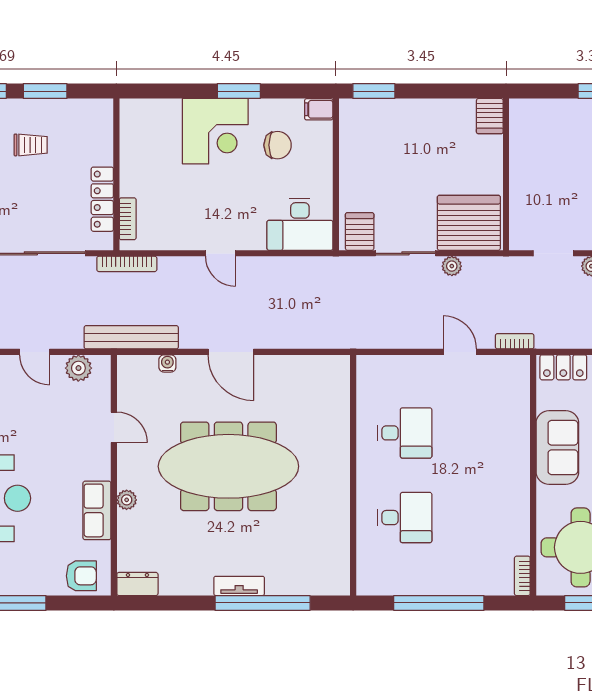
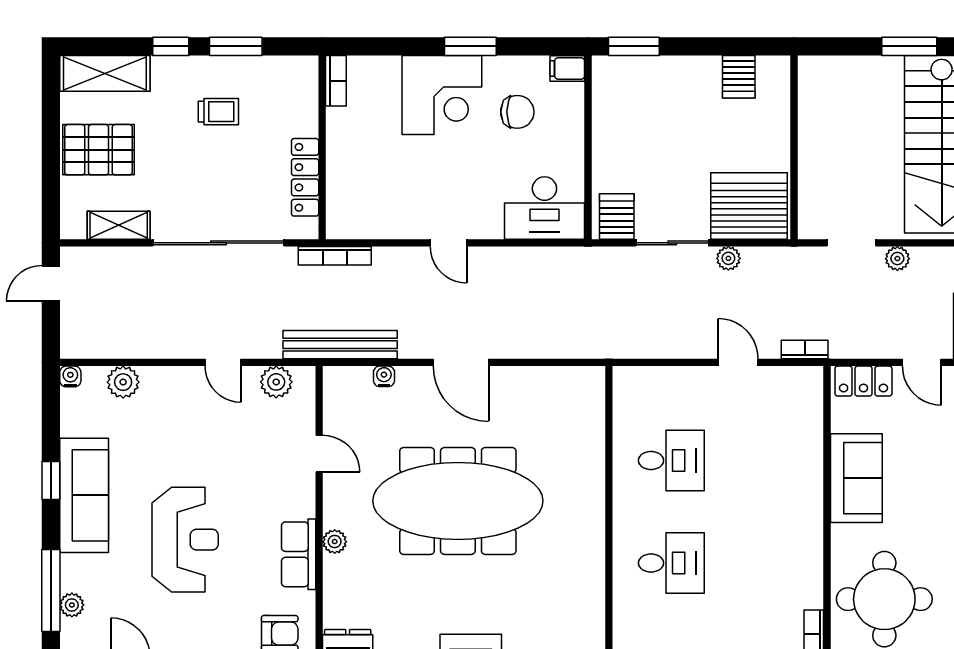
server rack: (490, 116) -> (739, 77), moved
bookcase: (128, 219) -> (336, 81), moved

